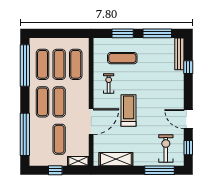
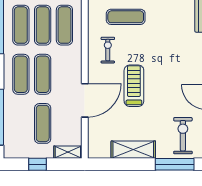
shelving: (116, 159) -> (133, 150), moved

